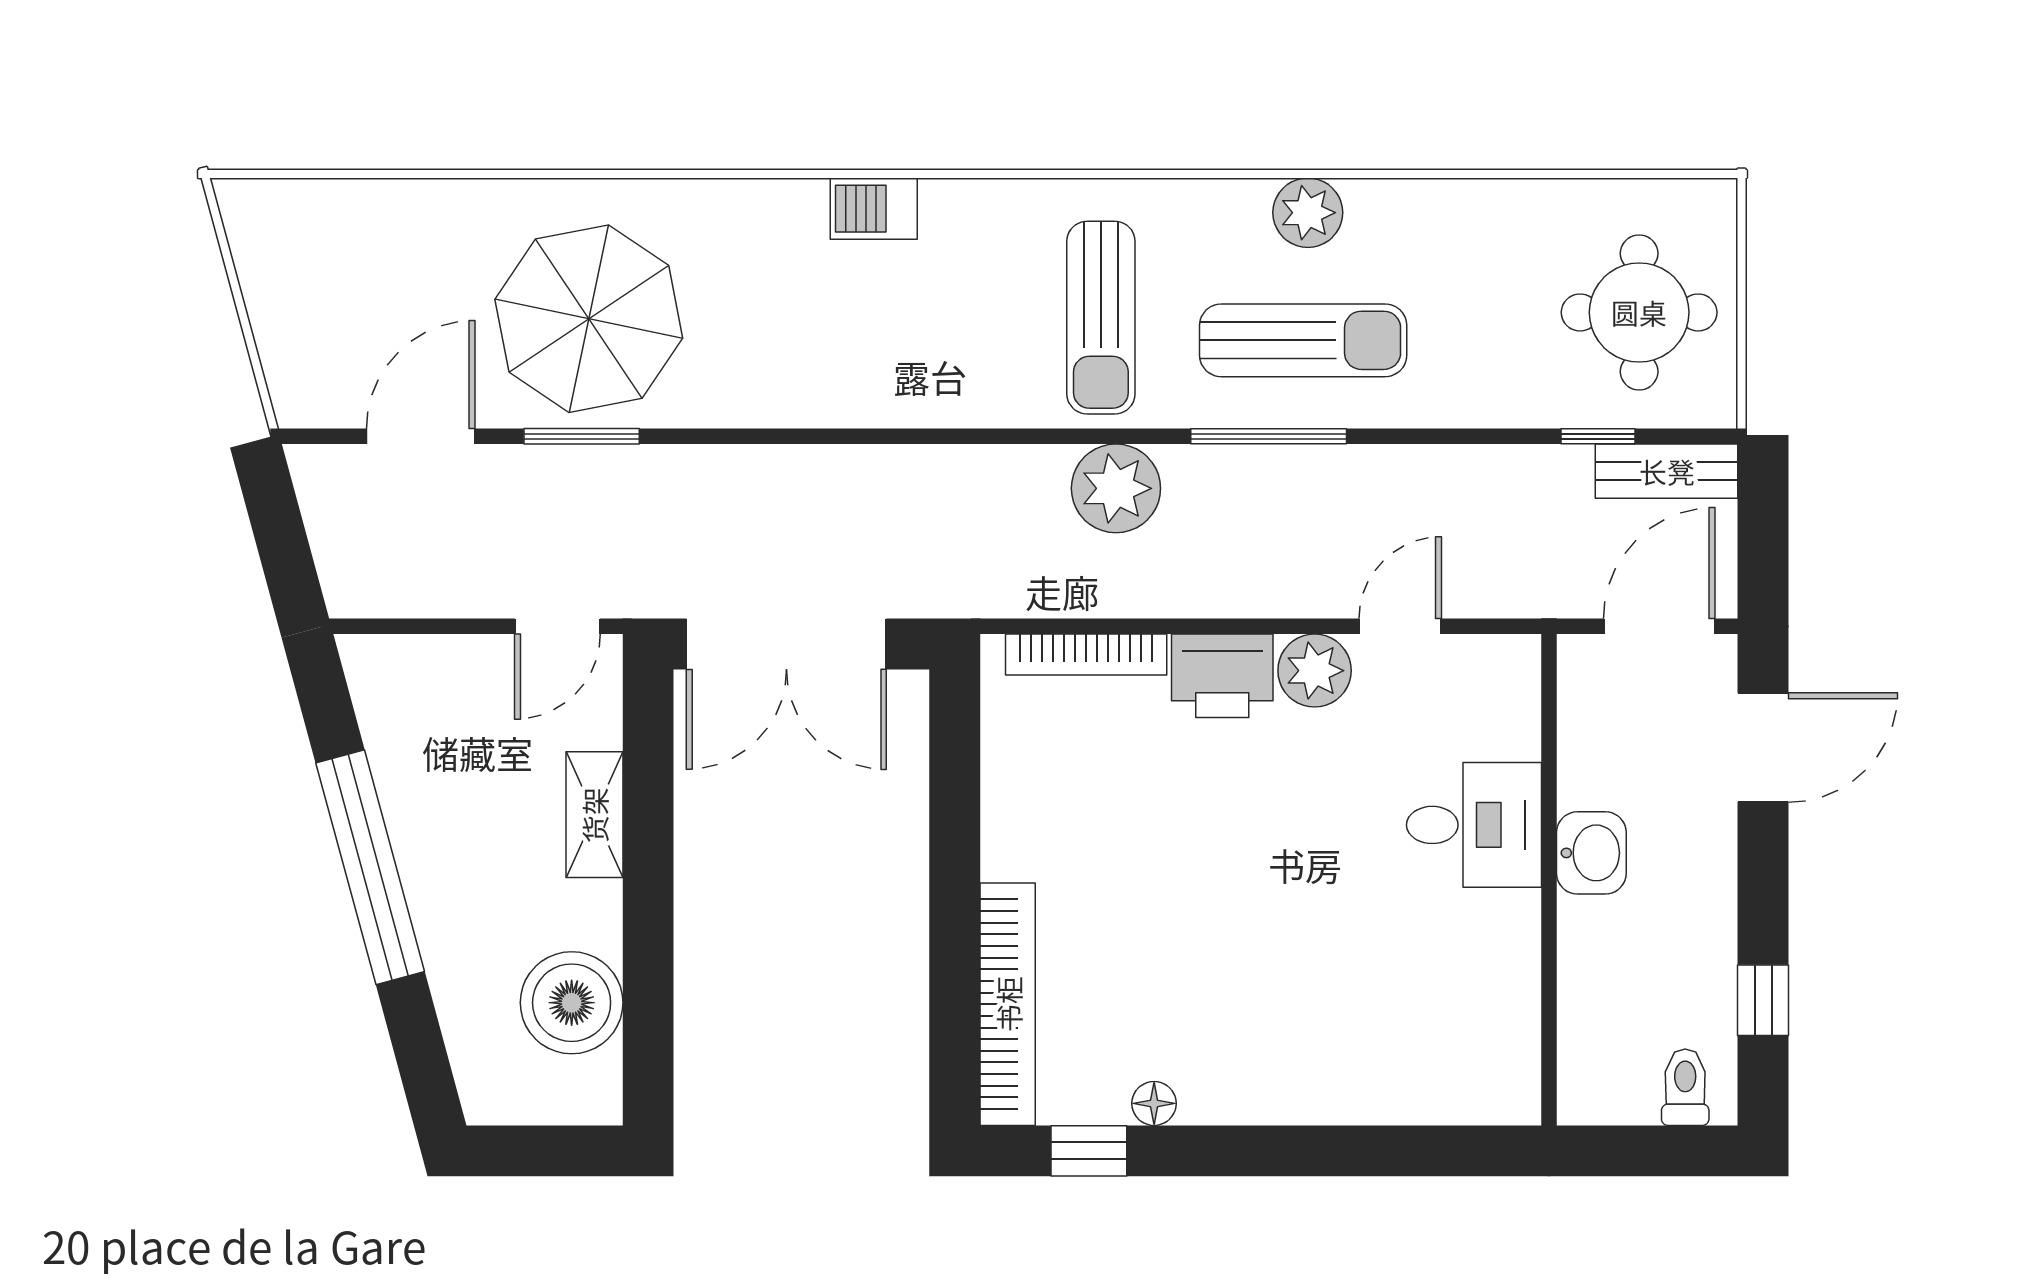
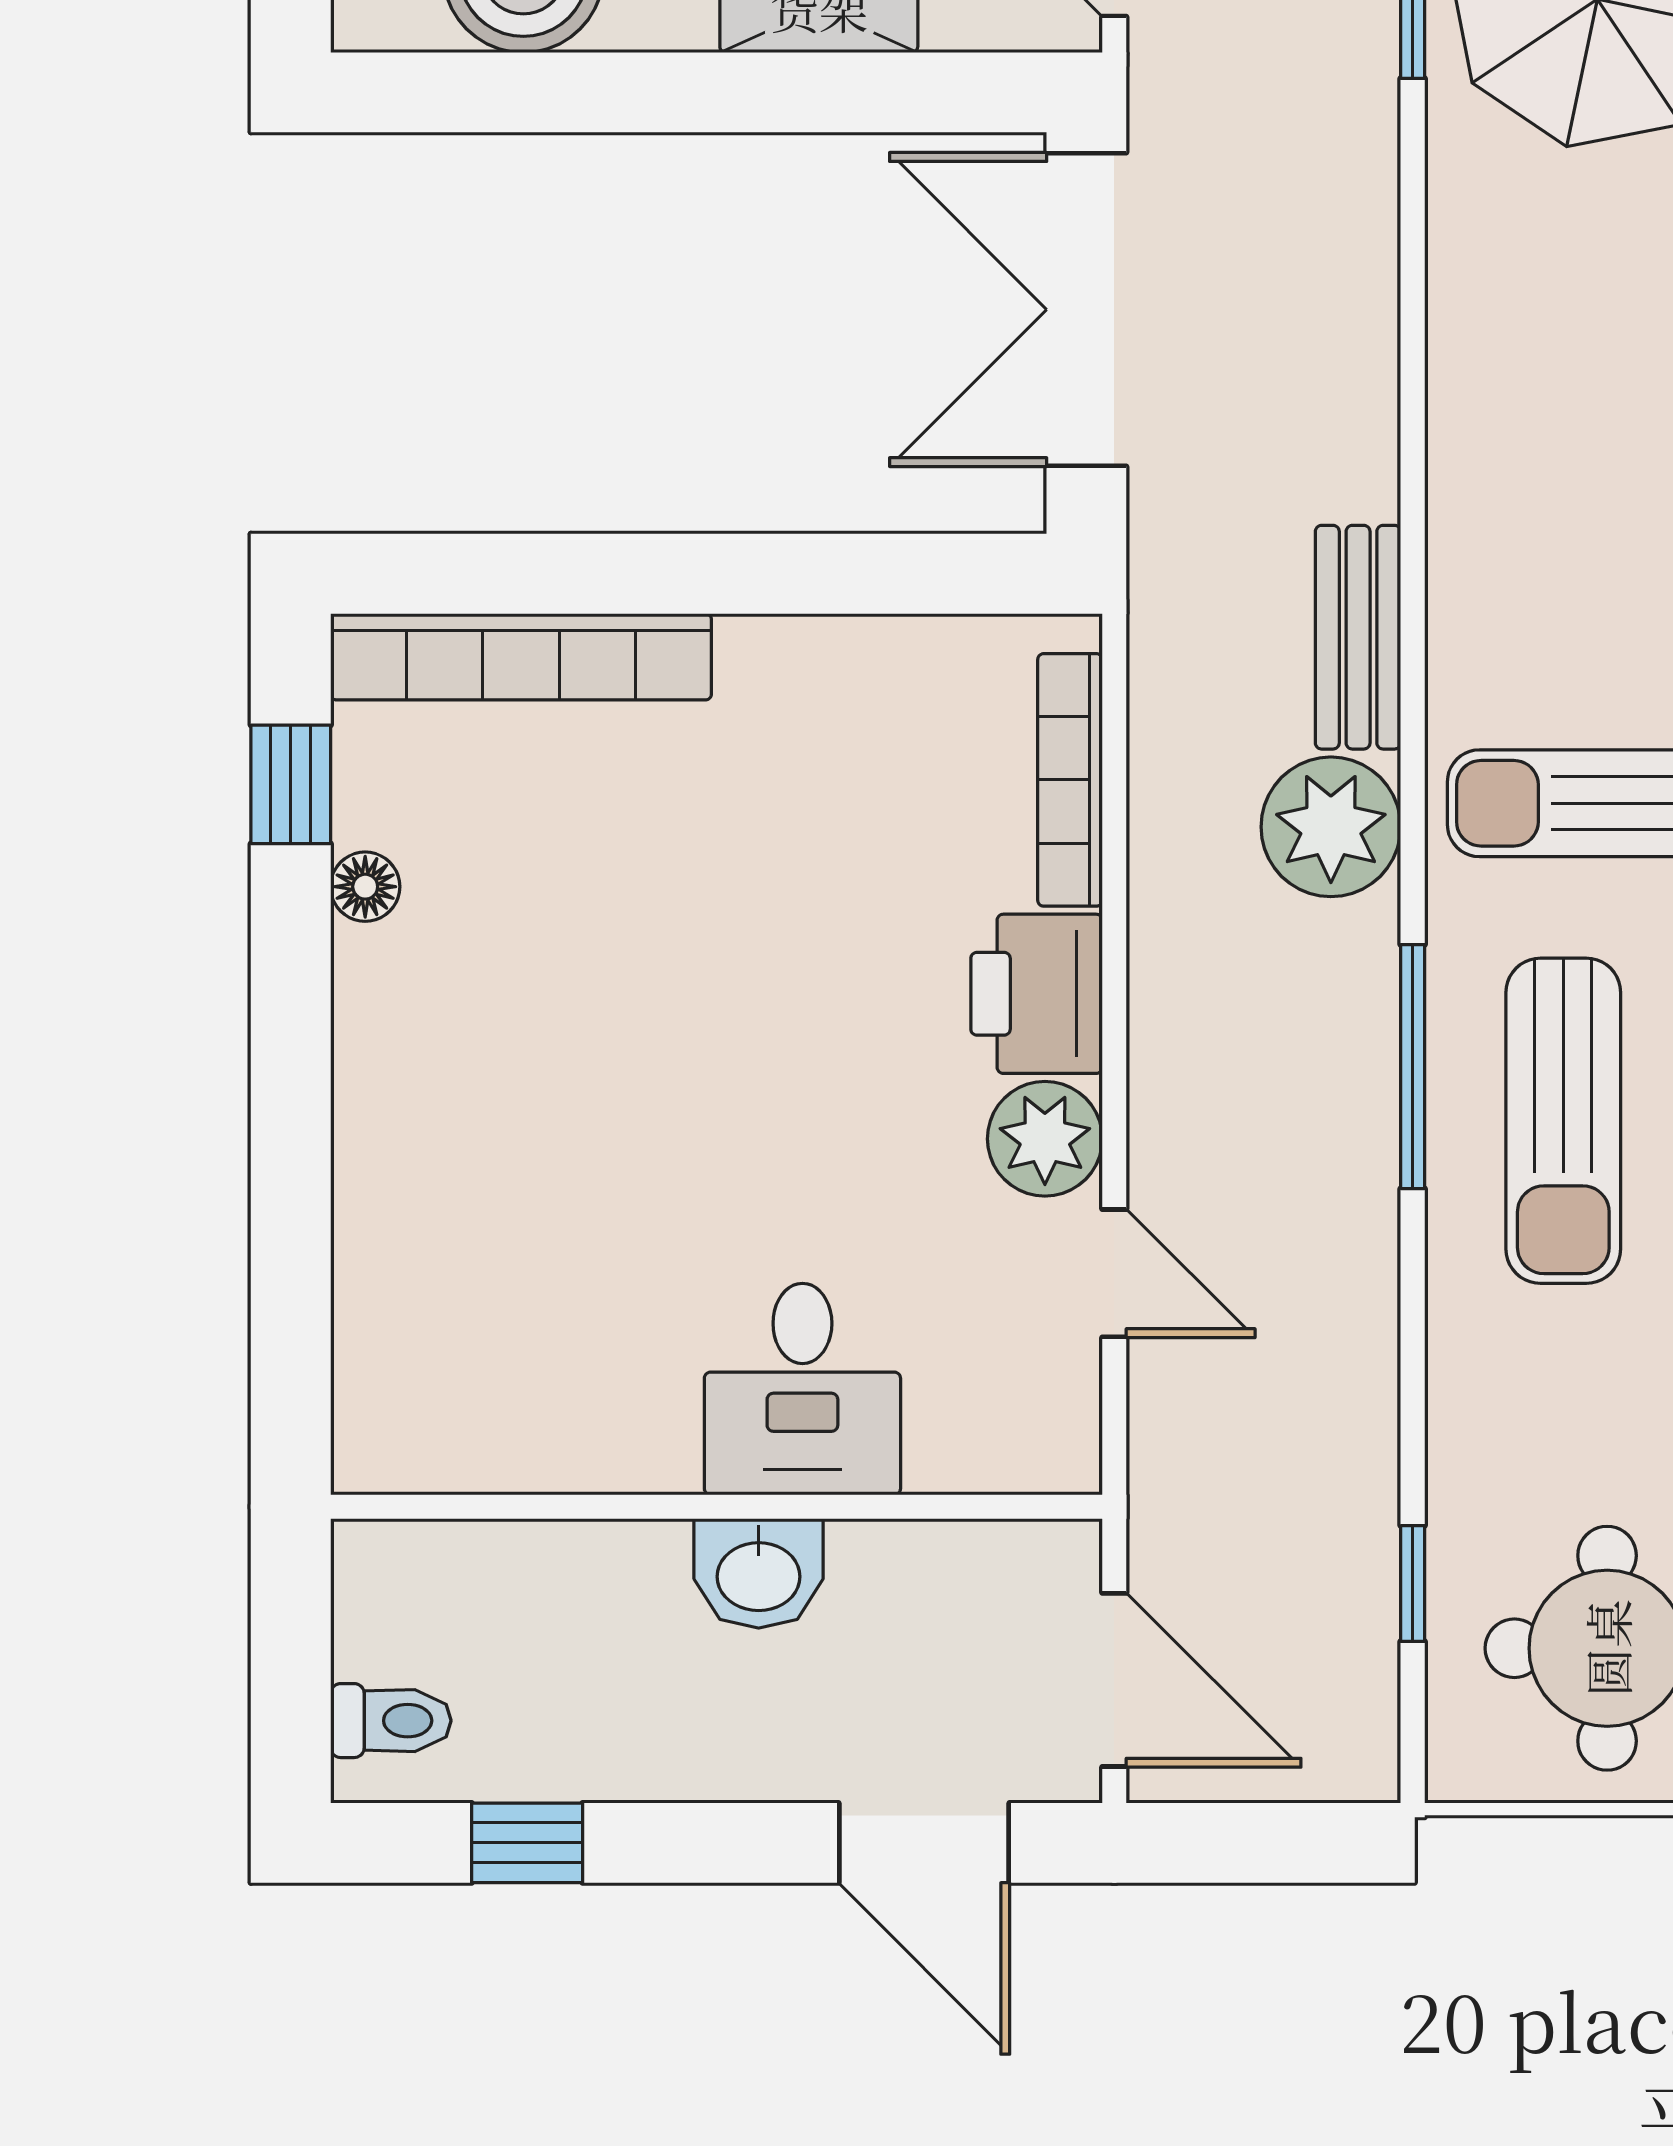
bench: (1667, 471) -> (1358, 637), moved

